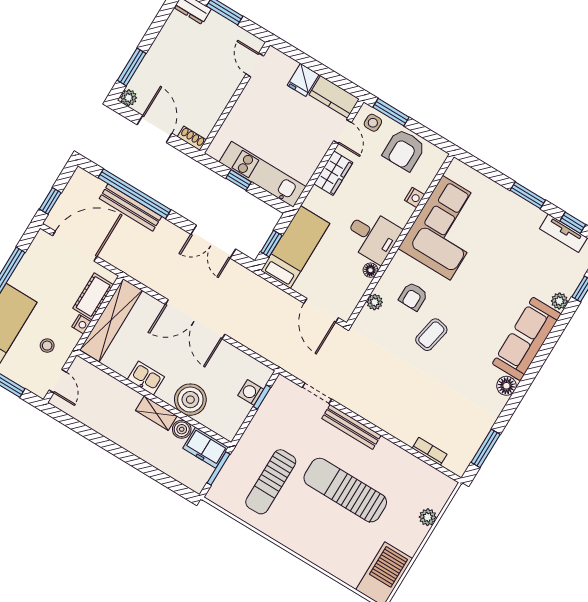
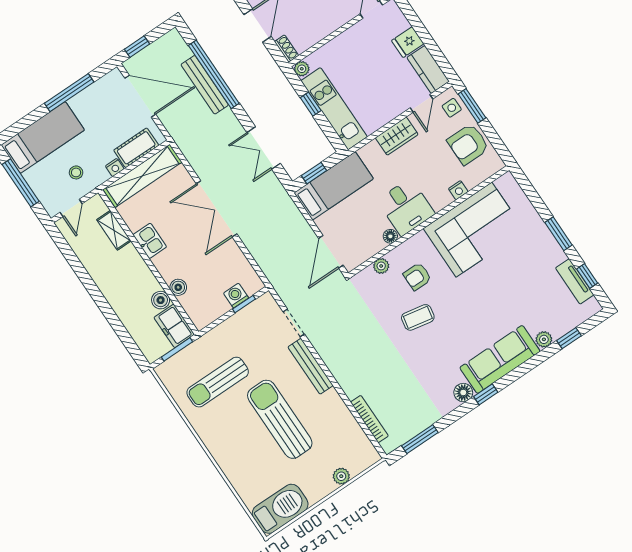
plant: (215, 151) -> (302, 69), added
window: (528, 378) -> (486, 394), added
boiler: (190, 400) -> (178, 287), width x0.54, depth x0.54
shelving: (156, 413) -> (114, 230), moved
bookcase: (430, 451) -> (369, 419), width x1.56

